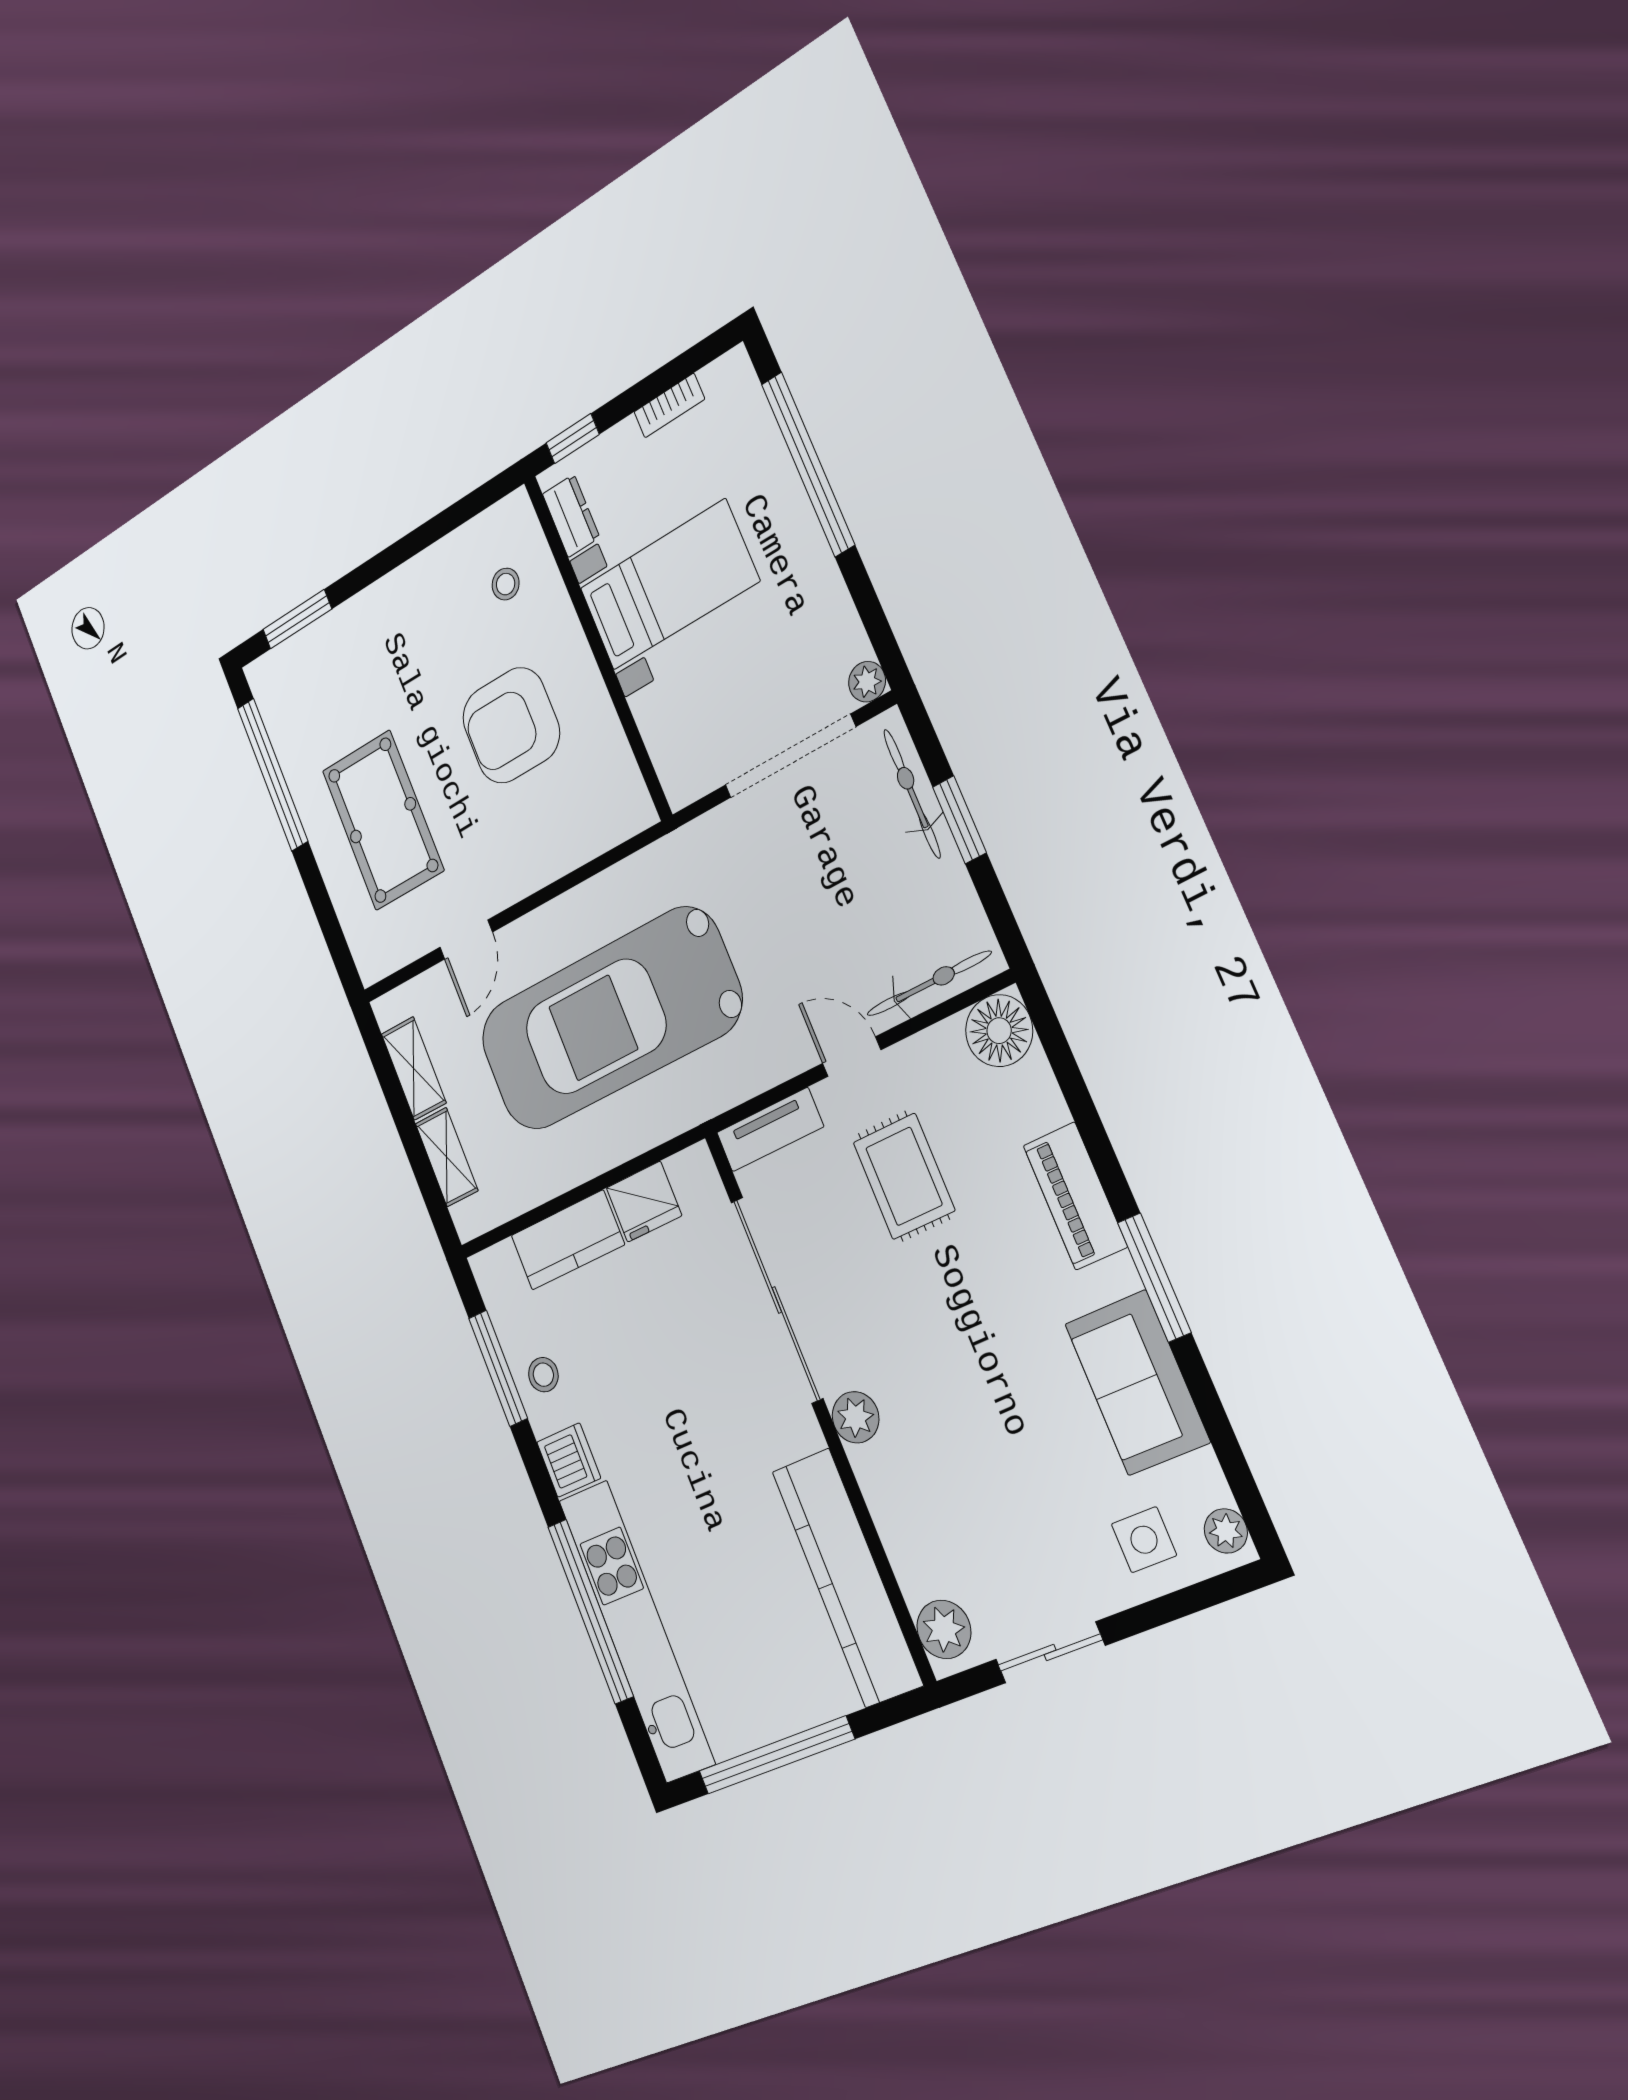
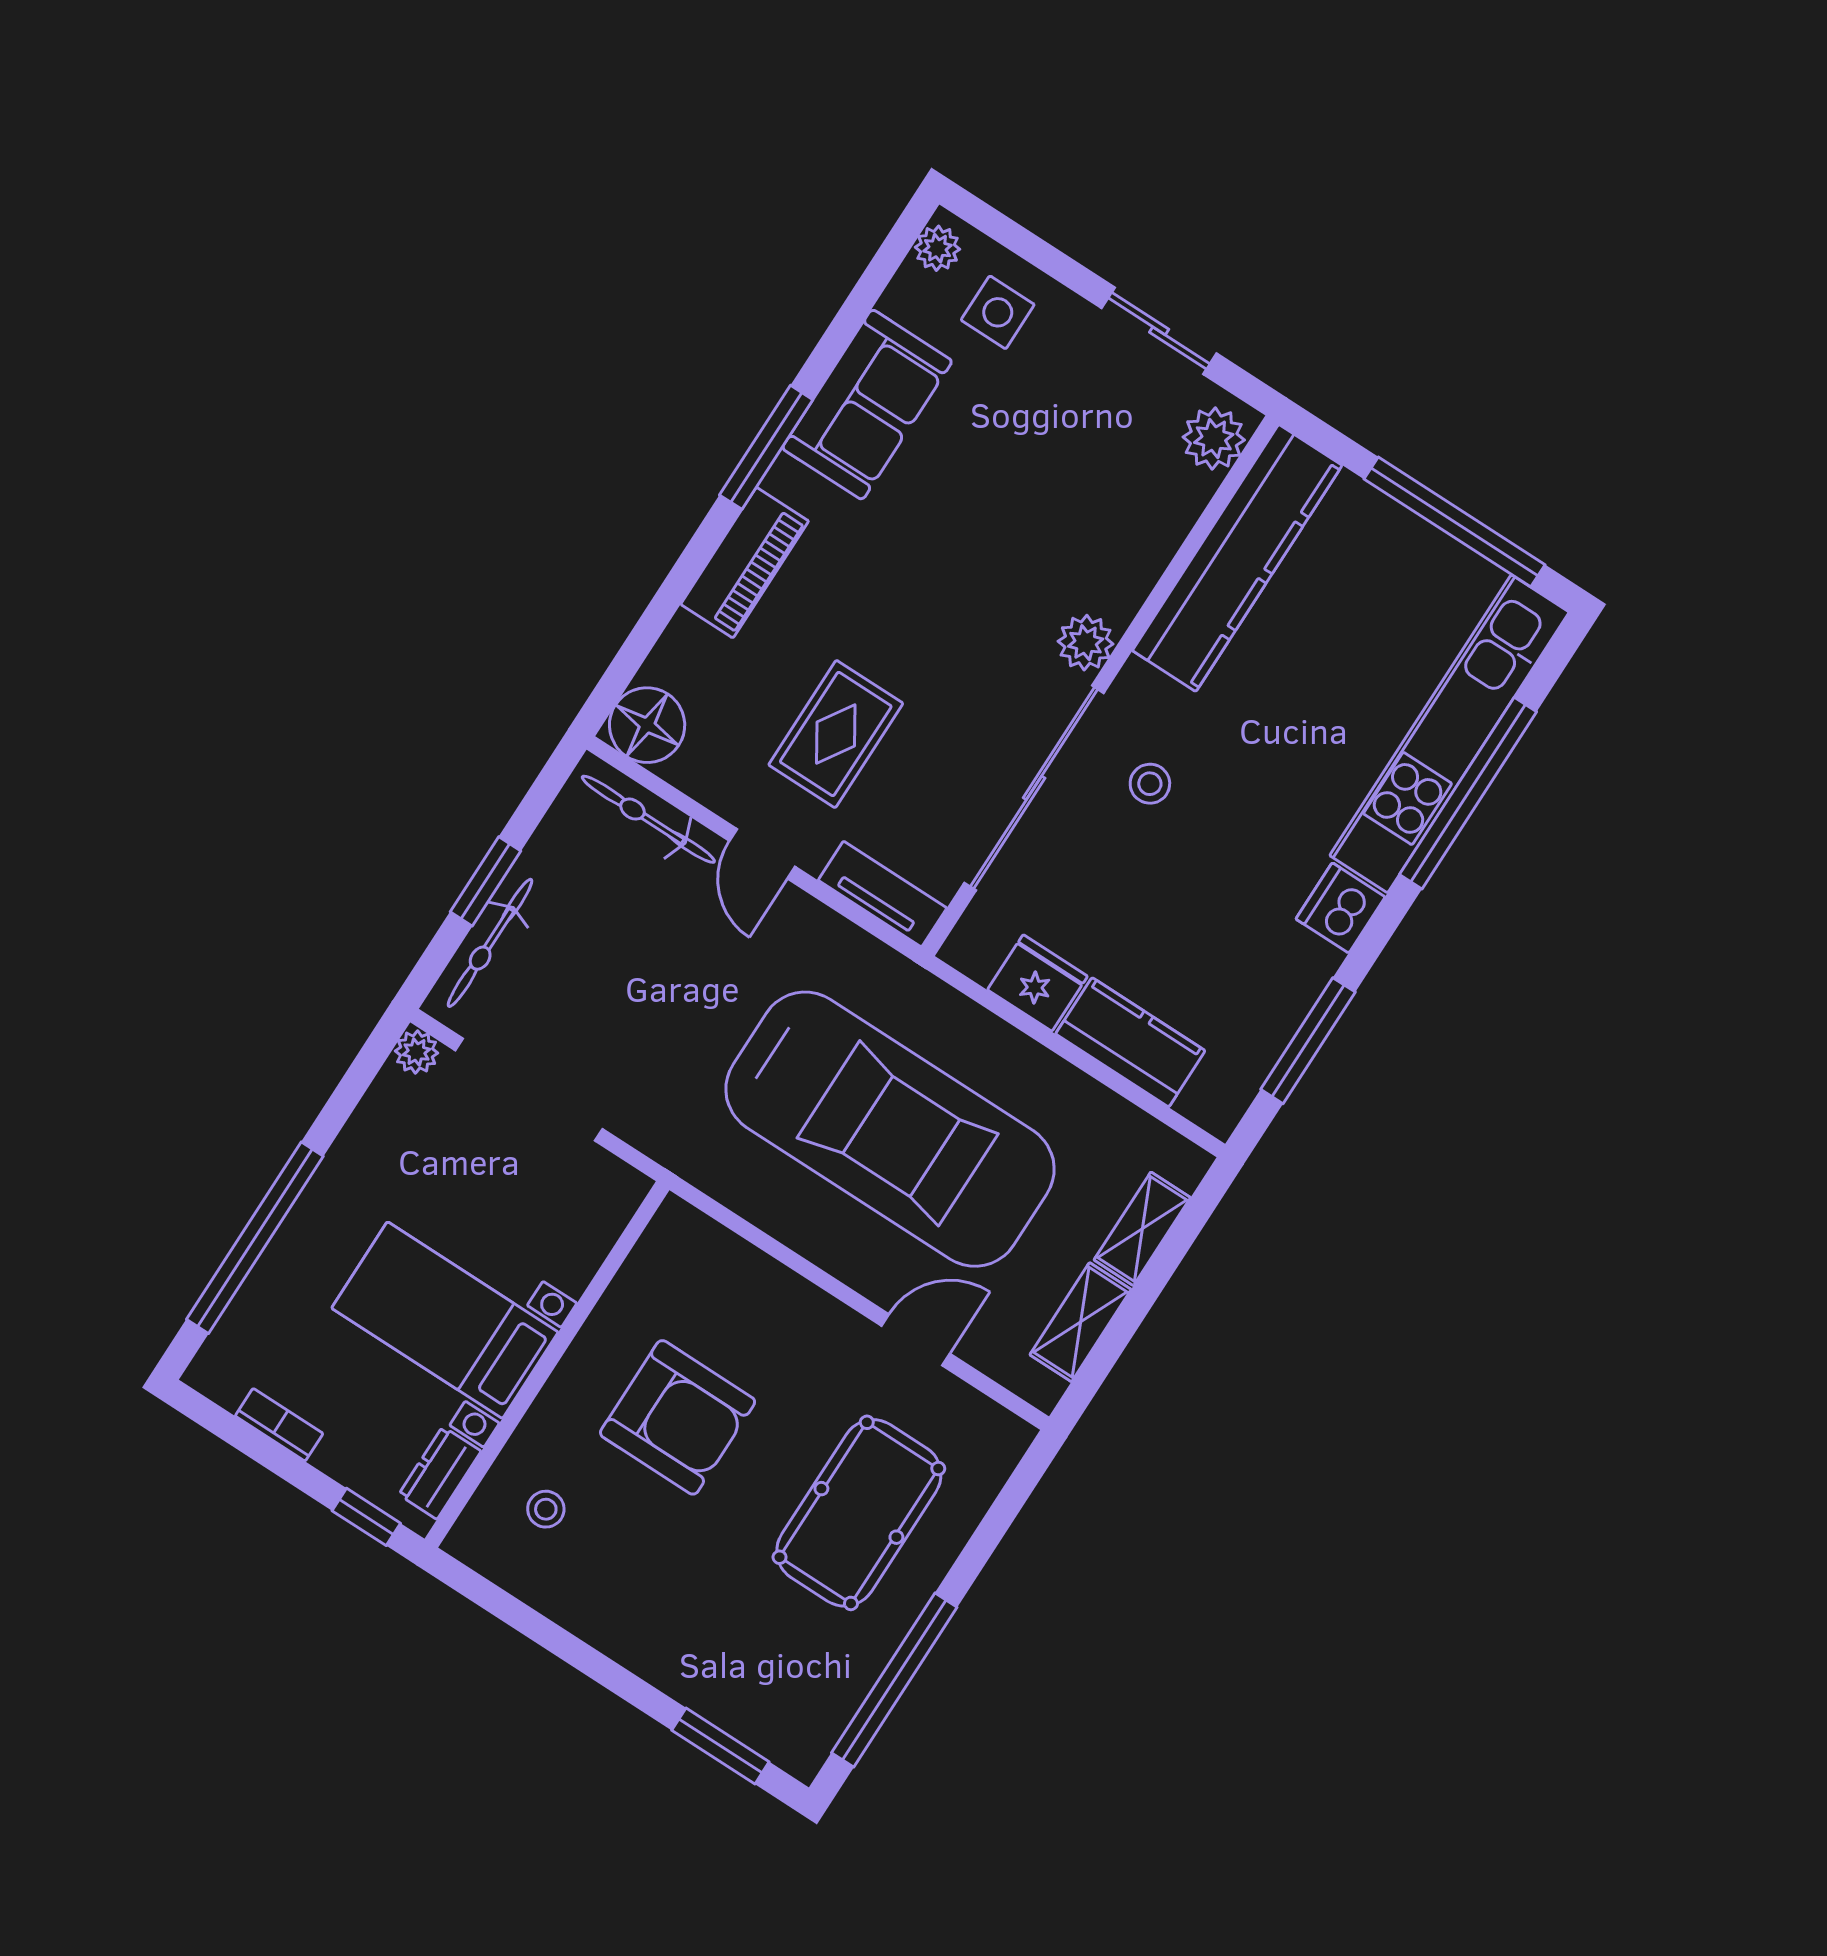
stool: (543, 1375) -> (1150, 784), moved

